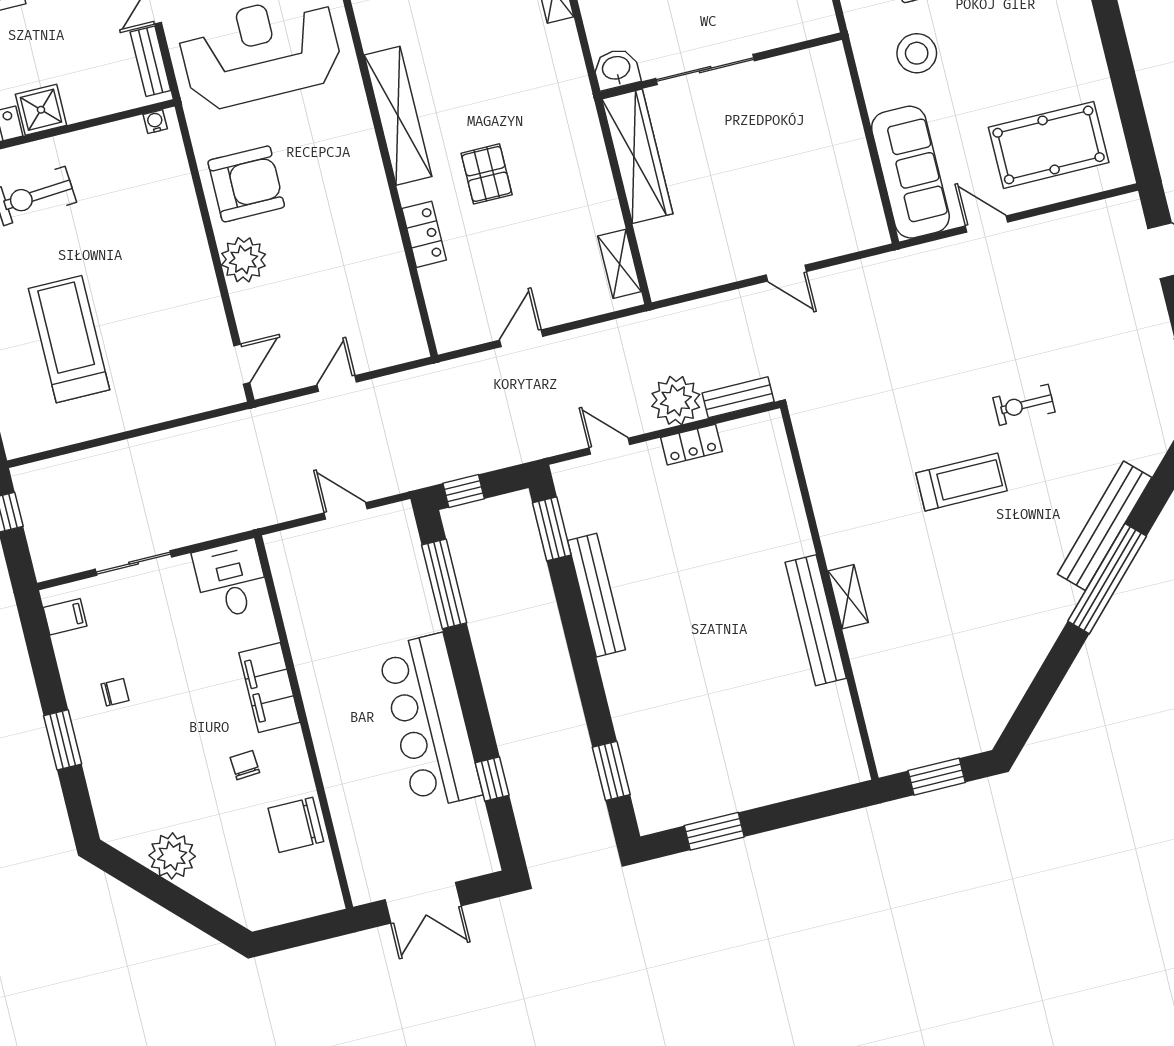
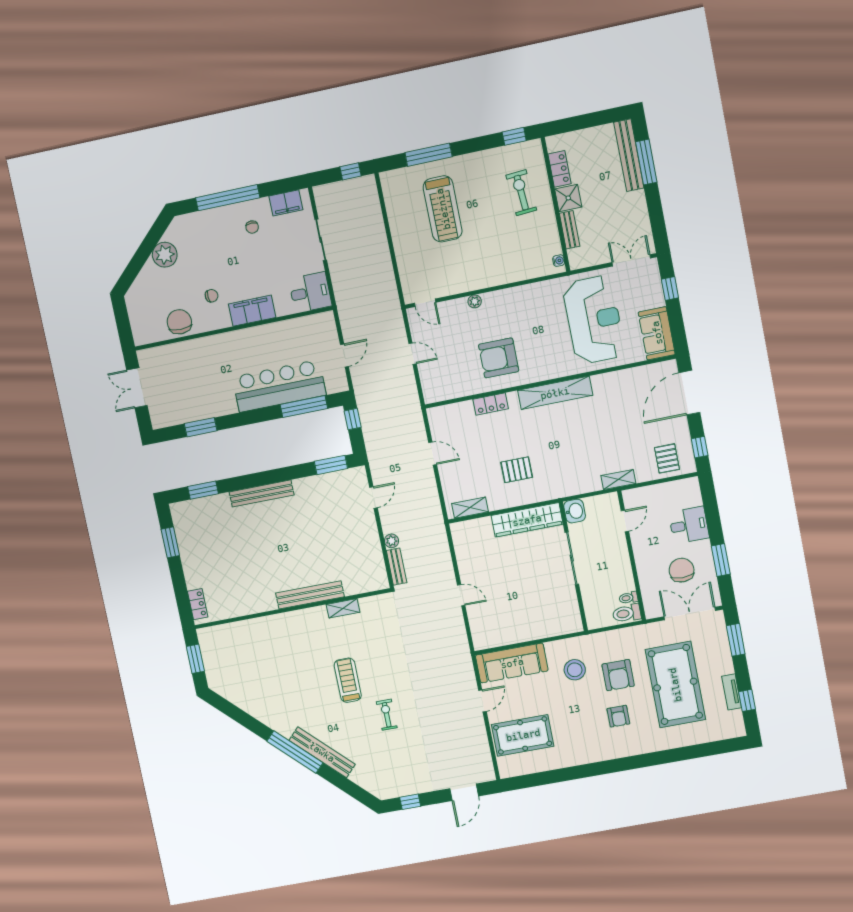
bench: (150, 61) -> (570, 230), moved, turned 90
pool table: (1049, 145) -> (523, 735), turned 90
pallet: (487, 174) -> (517, 470), moved
armchair: (246, 184) -> (499, 358), moved, turned 90
plant: (244, 260) -> (475, 301), width x0.53, depth x0.53
door: (786, 273) -> (461, 595), swing flipped
treadmill: (69, 339) -> (443, 209), turned 90
plant: (676, 400) -> (392, 541), width x0.53, depth x0.53
locker: (691, 445) -> (198, 604), moved, turned 180
treadmill: (961, 482) -> (348, 680), turned 180
bench: (596, 595) -> (262, 493), moved
shelving: (848, 597) -> (343, 608), moved
filing cabinet: (65, 617) -> (286, 203), width x2.00
bench: (816, 620) -> (310, 595), moved
bar counter: (430, 722) -> (279, 386), moved
window: (63, 740) -> (228, 198), width x2.11
window: (492, 779) -> (201, 427), width x1.50

